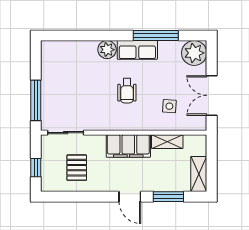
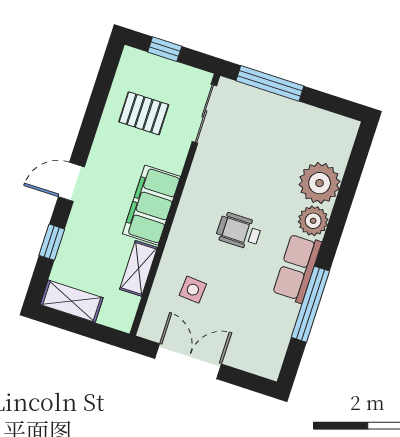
plant: (194, 53) -> (320, 183), moved
window: (168, 197) -> (52, 242), width x0.67

